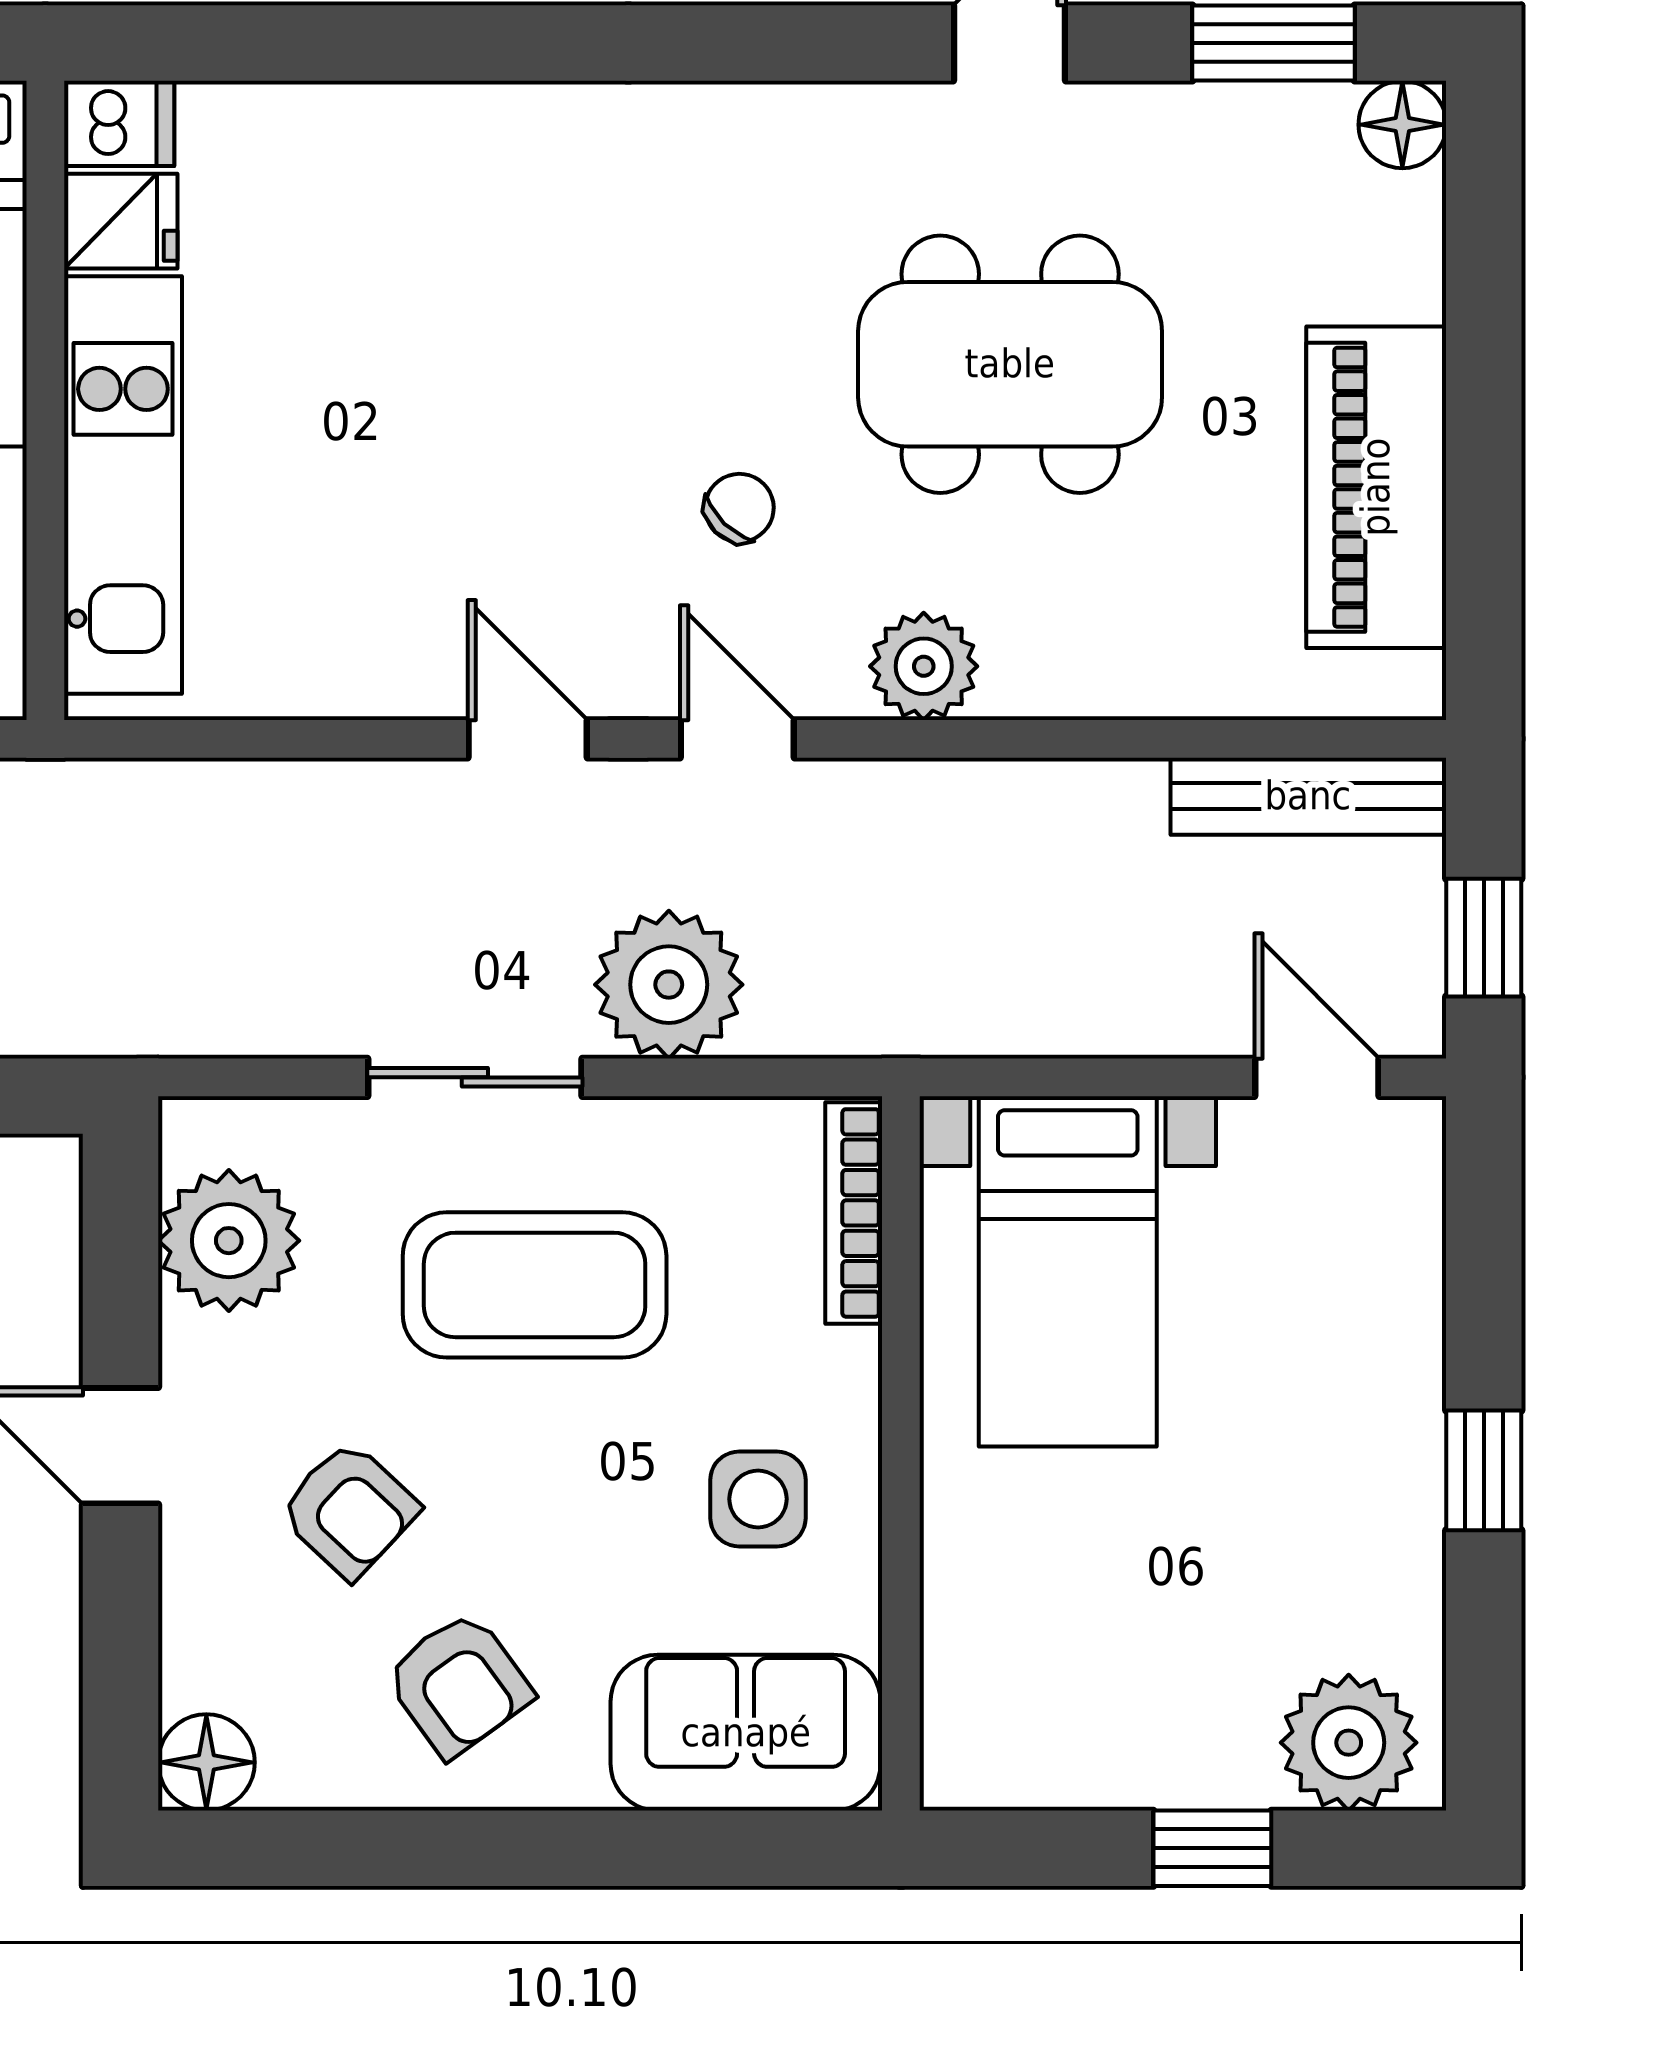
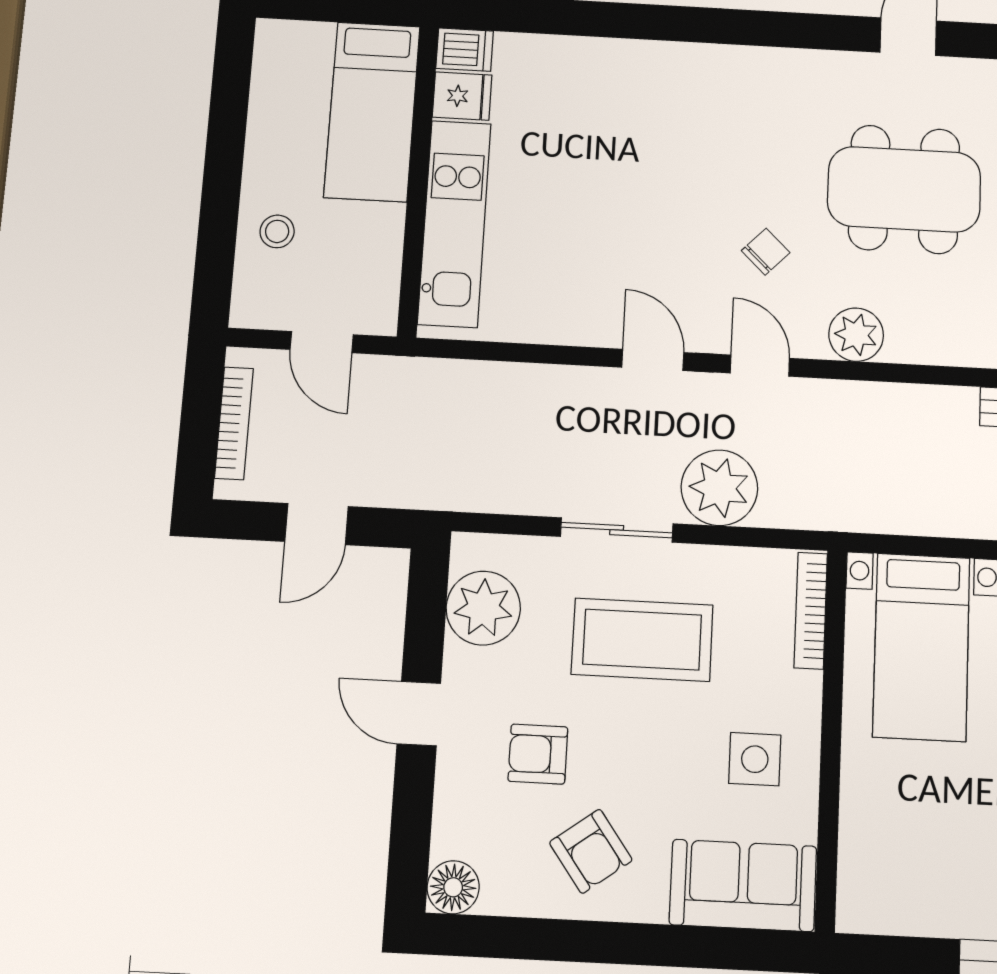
armchair: (349, 1510) -> (538, 754), turned 137

